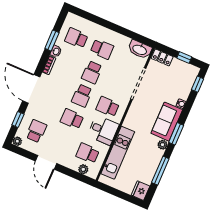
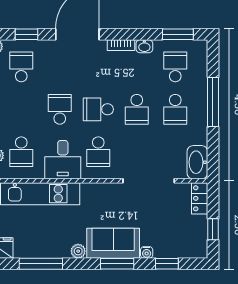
window: (107, 24) -> (213, 102), added
window: (52, 41) -> (178, 34), moved
school desk: (92, 72) -> (137, 109), turned -90
window: (198, 84) -> (167, 264), moved
school desk: (108, 107) -> (98, 152), turned 180
school desk: (36, 131) -> (21, 67), turned -90
window: (176, 134) -> (117, 264), moved
school desk: (88, 153) -> (21, 152), turned 180

